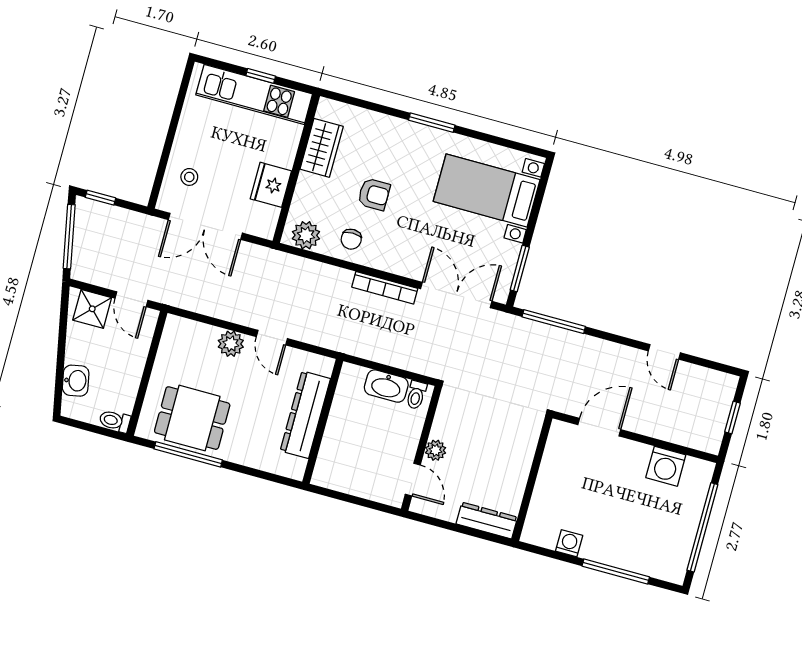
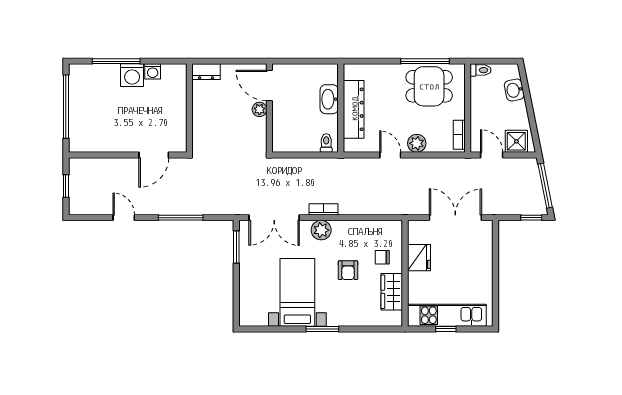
stool: (189, 177) -> (475, 248), removed
bed with nightstands: (487, 191) -> (297, 292), moved, turned -90
armchair: (374, 194) -> (348, 270), turned -90
plant: (306, 235) -> (321, 230), moved
chair: (351, 239) -> (382, 257), moved, turned -90
bookcase: (385, 288) -> (324, 209), width x0.64
window: (554, 322) -> (181, 218), moved
bookcase: (169, 340) -> (459, 135), added
washbasin: (386, 386) -> (329, 99), moved, turned -90
toilet: (416, 395) -> (326, 143), moved
washing machine: (666, 466) -> (132, 75), moved, turned 180
door: (413, 480) -> (269, 86), width x1.38
dresser: (487, 520) -> (206, 72), width x0.70

